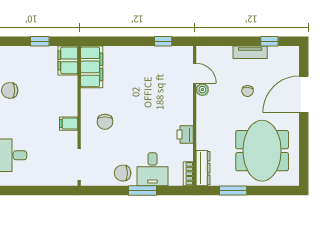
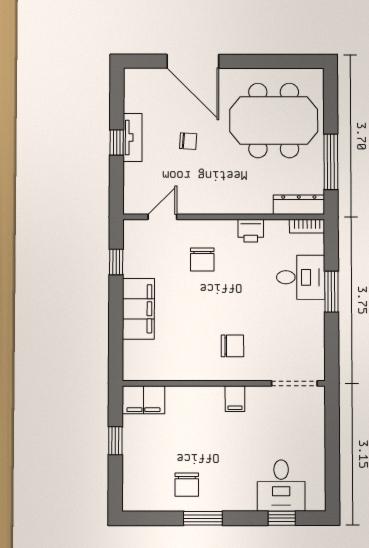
window: (269, 41) -> (117, 143), moved
filing cabinet: (92, 67) -> (138, 309), moved, turned 90
plant: (202, 90) -> (186, 206), removed
chair: (123, 173) -> (202, 259), moved
window: (233, 190) -> (331, 162), width x1.44

